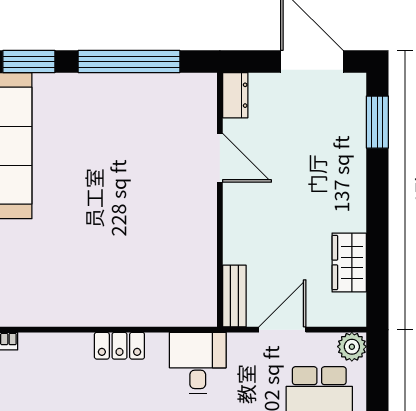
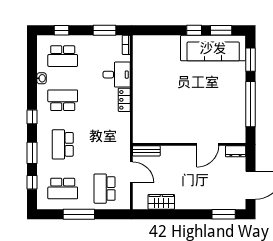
plant: (352, 347) -> (124, 203), removed
desk: (198, 363) -> (117, 75), moved

